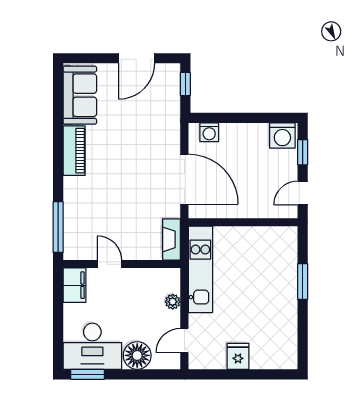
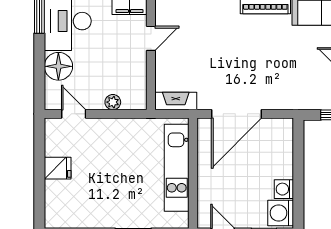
washing machine: (209, 132) -> (284, 189), moved
kitchen unit: (200, 269) -> (177, 168), moved, turned 90

